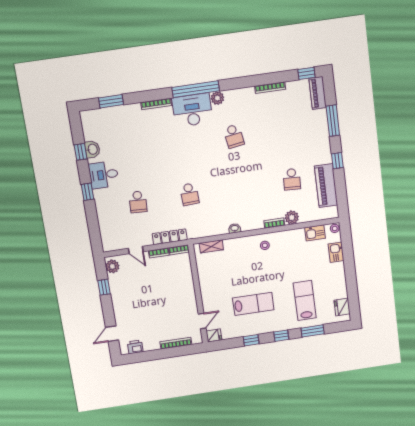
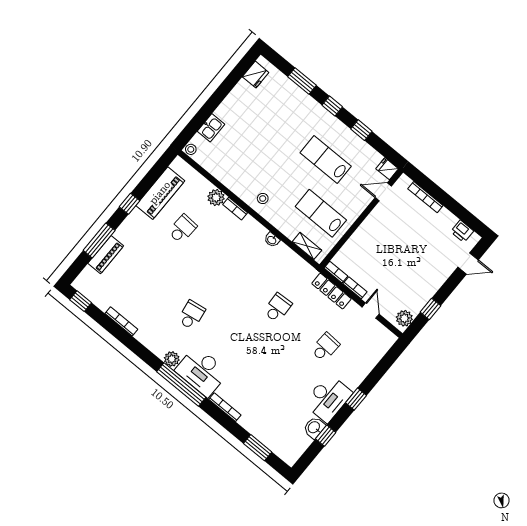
piano: (318, 93) -> (106, 255), moved
desk: (104, 175) -> (328, 398), width x1.37
kitchen sink: (315, 233) -> (211, 164), removed
lab bench: (305, 300) -> (321, 213), moved, turned 90

